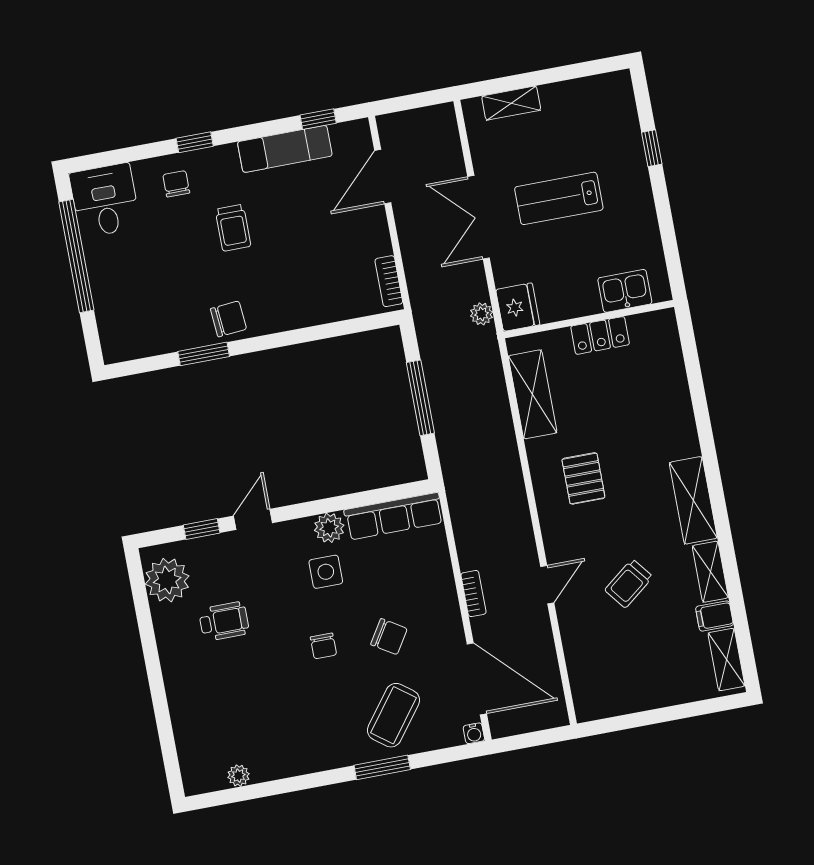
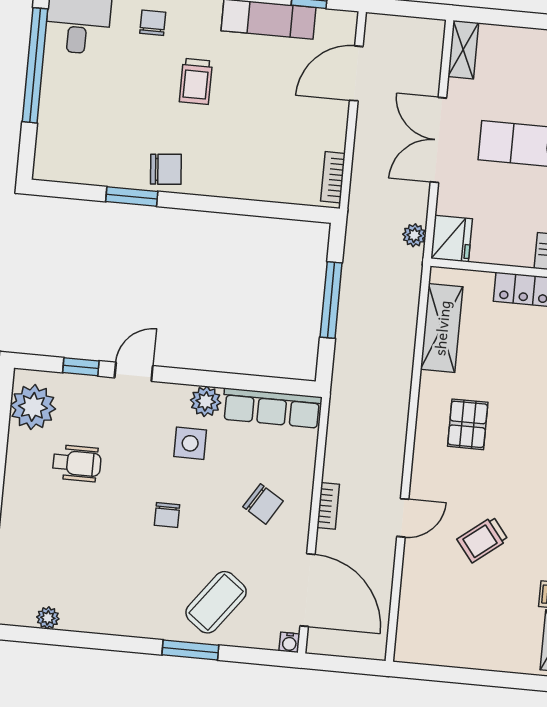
shelving: (511, 103) -> (463, 50), moved, turned 90
chair: (389, 637) -> (263, 504), moved

